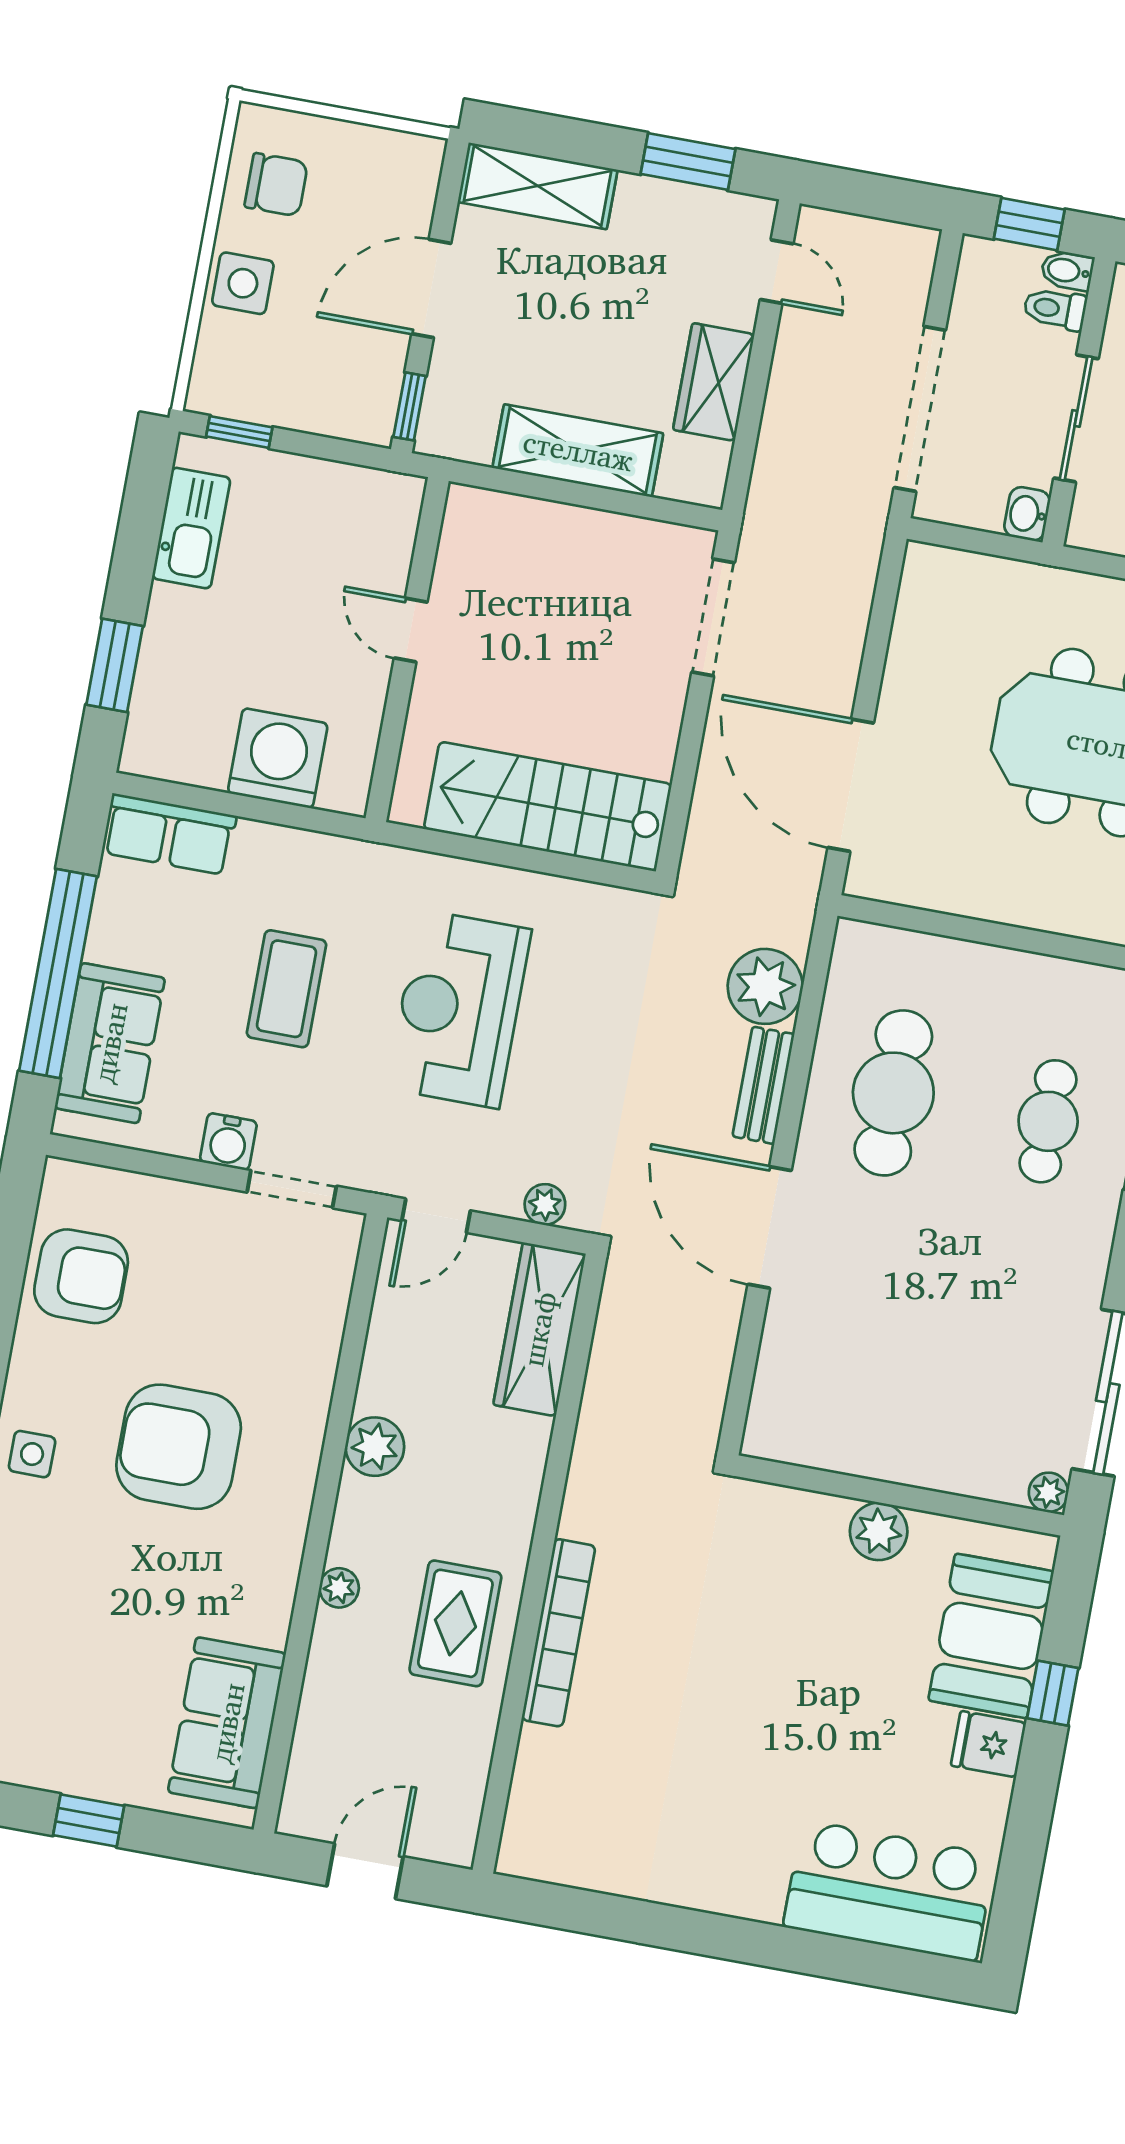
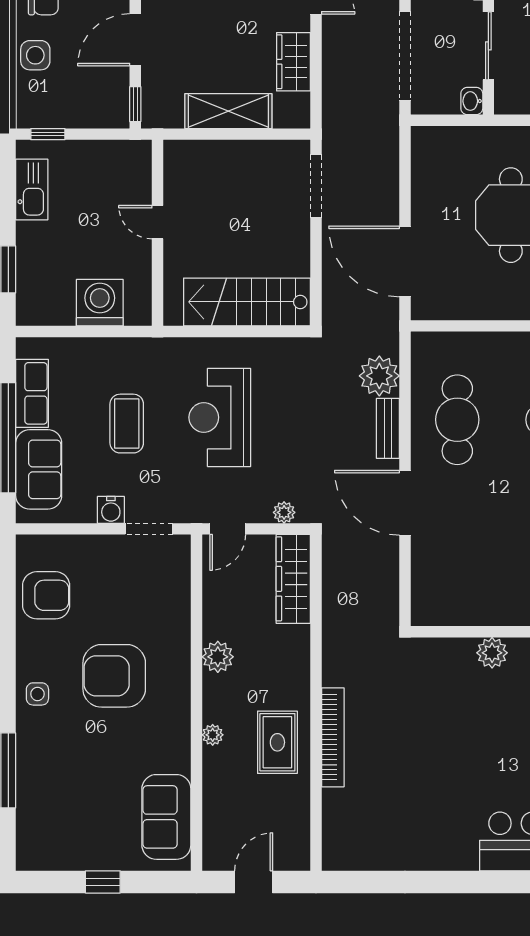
row of seats: (169, 834) -> (32, 393), moved, turned -90

